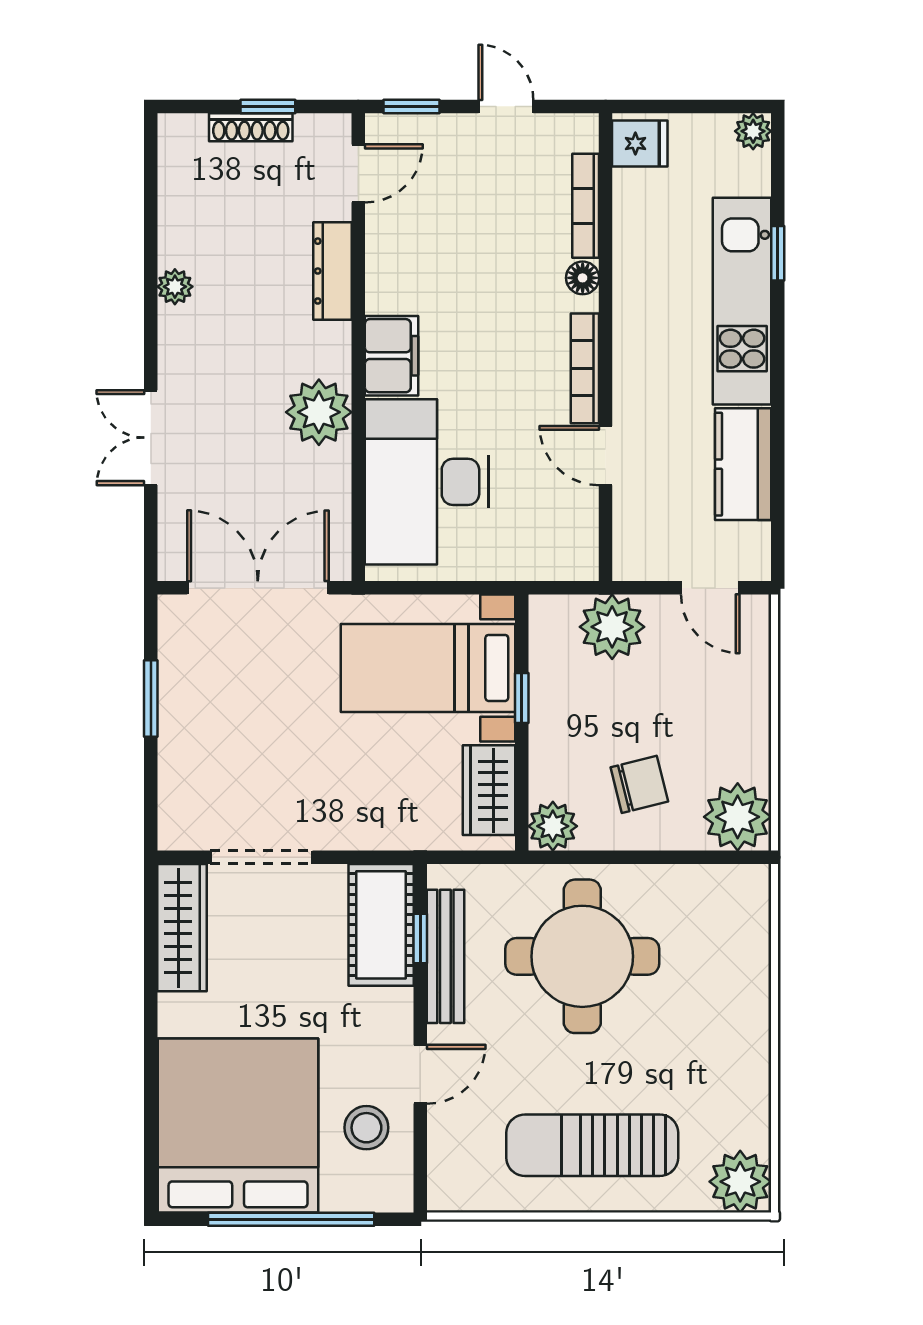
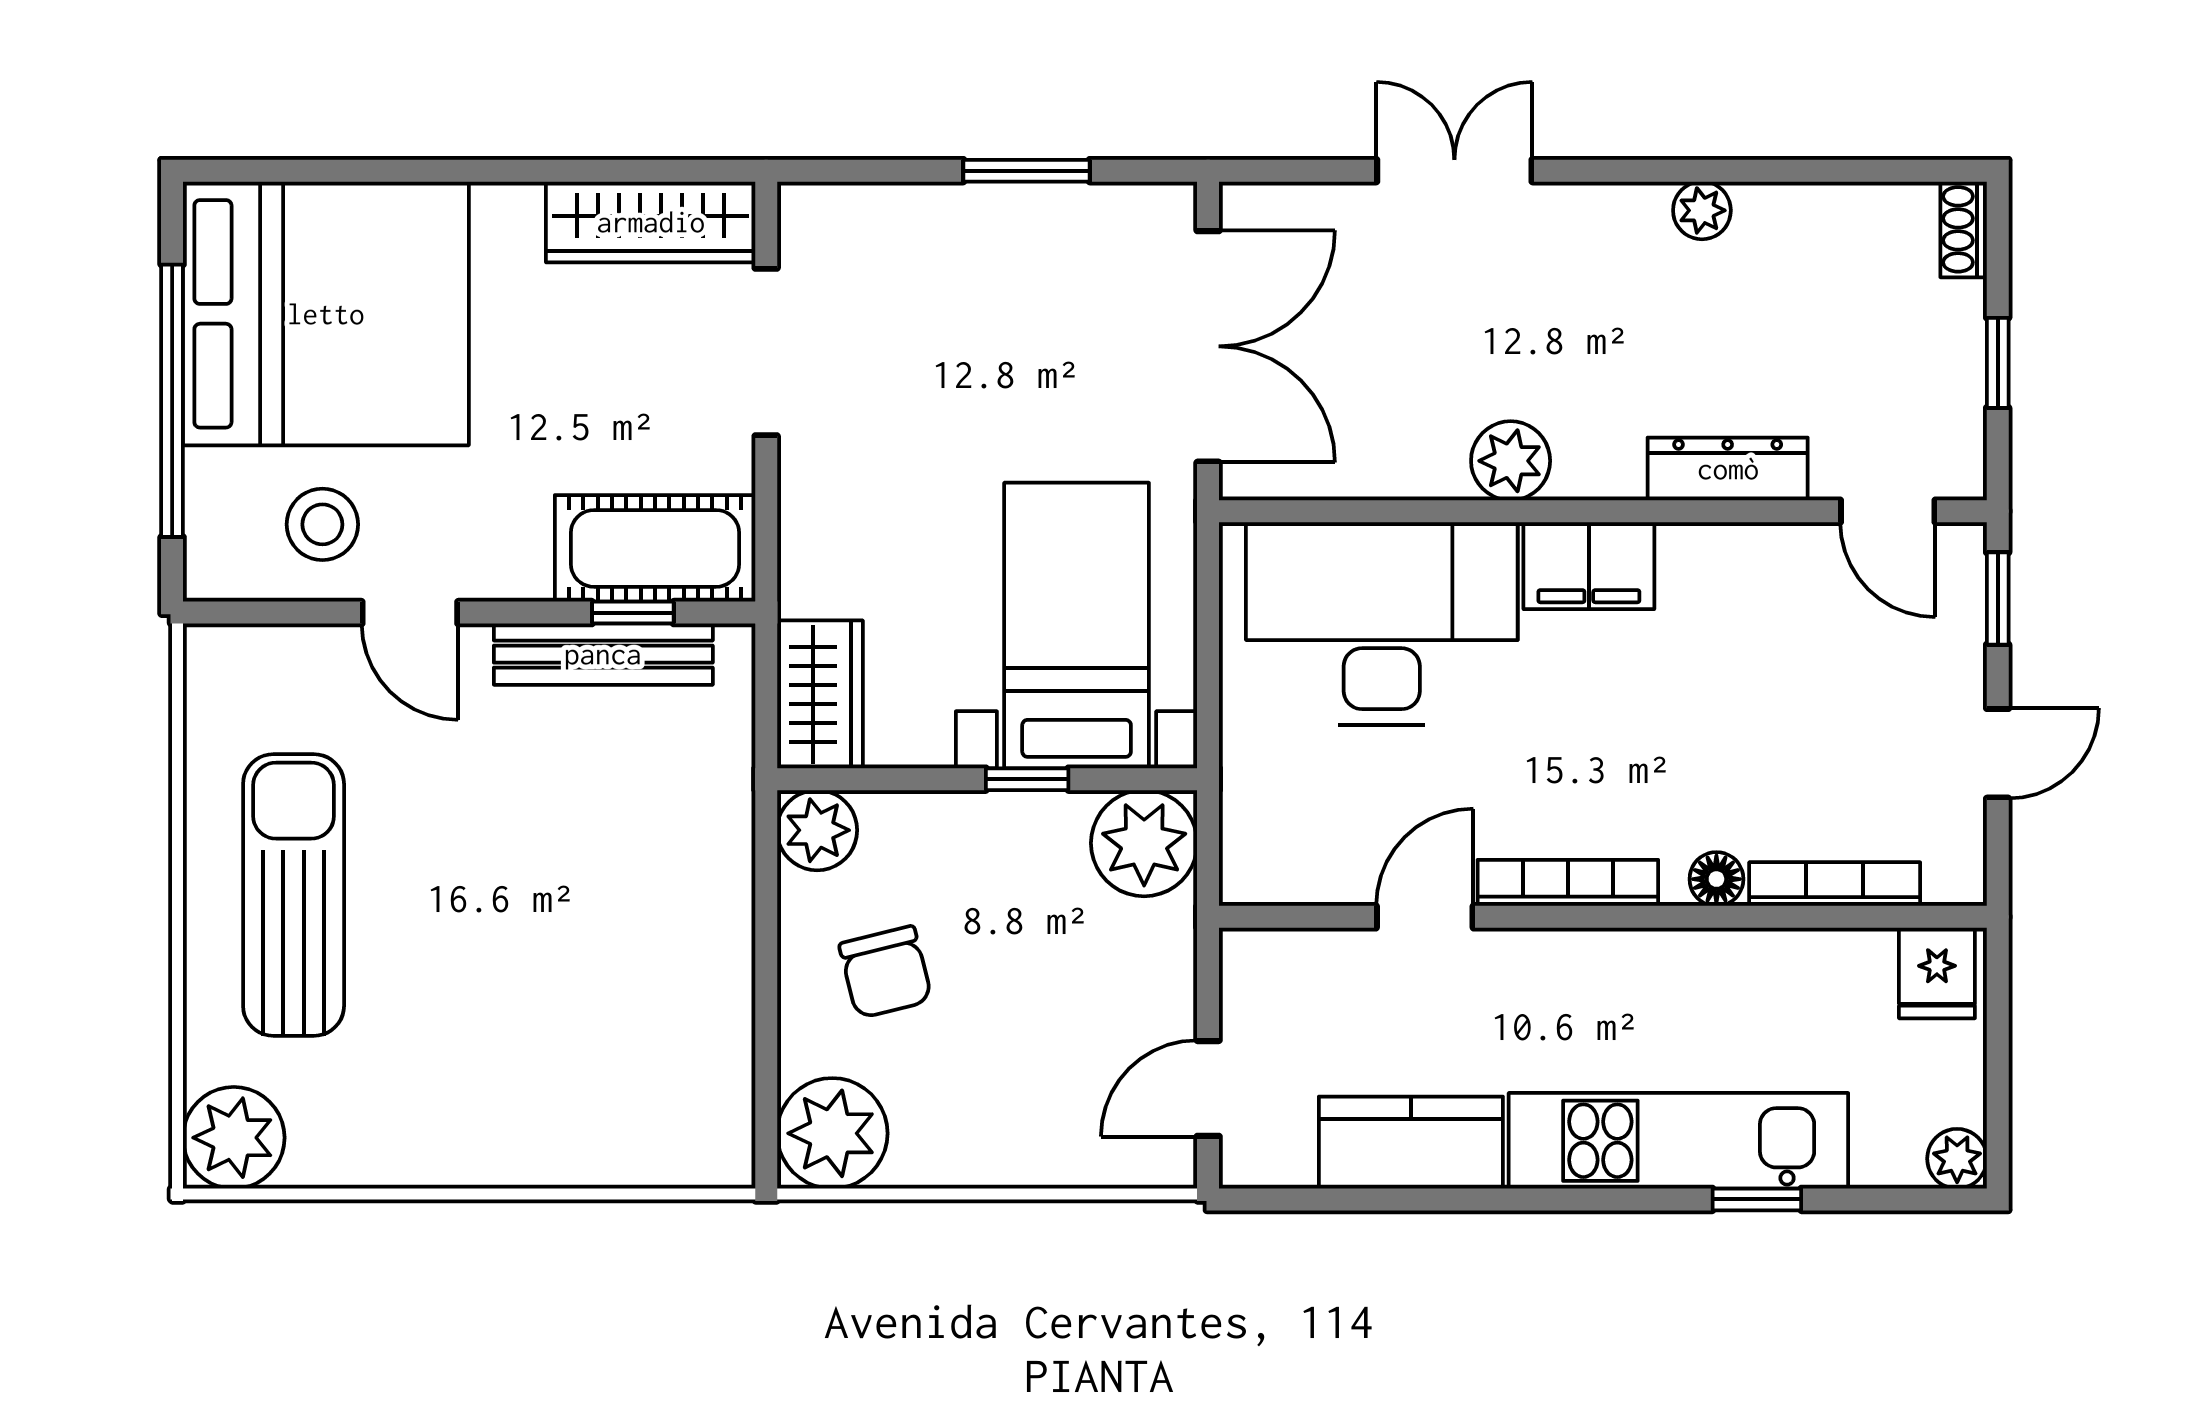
shoe rack: (251, 127) -> (1964, 229), moved, width x0.70
plant: (319, 412) -> (1511, 461), width x0.73, depth x0.73
plant: (612, 627) -> (1144, 843), moved
wardrobe: (489, 790) -> (820, 694), moved, turned 90
round table: (582, 956) -> (603, 879), removed

